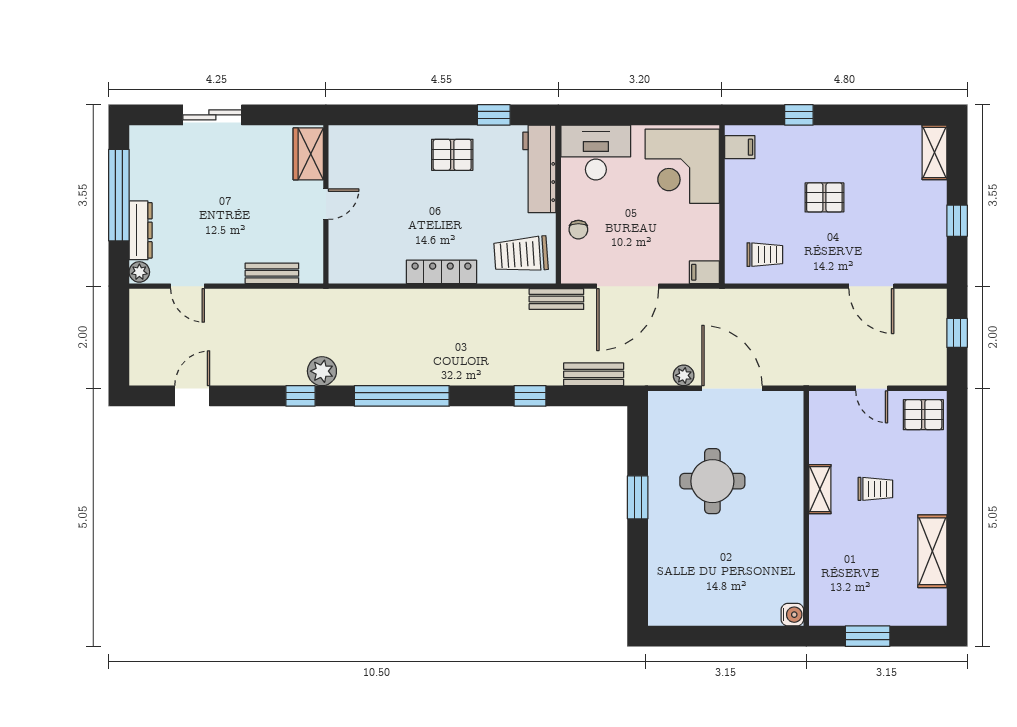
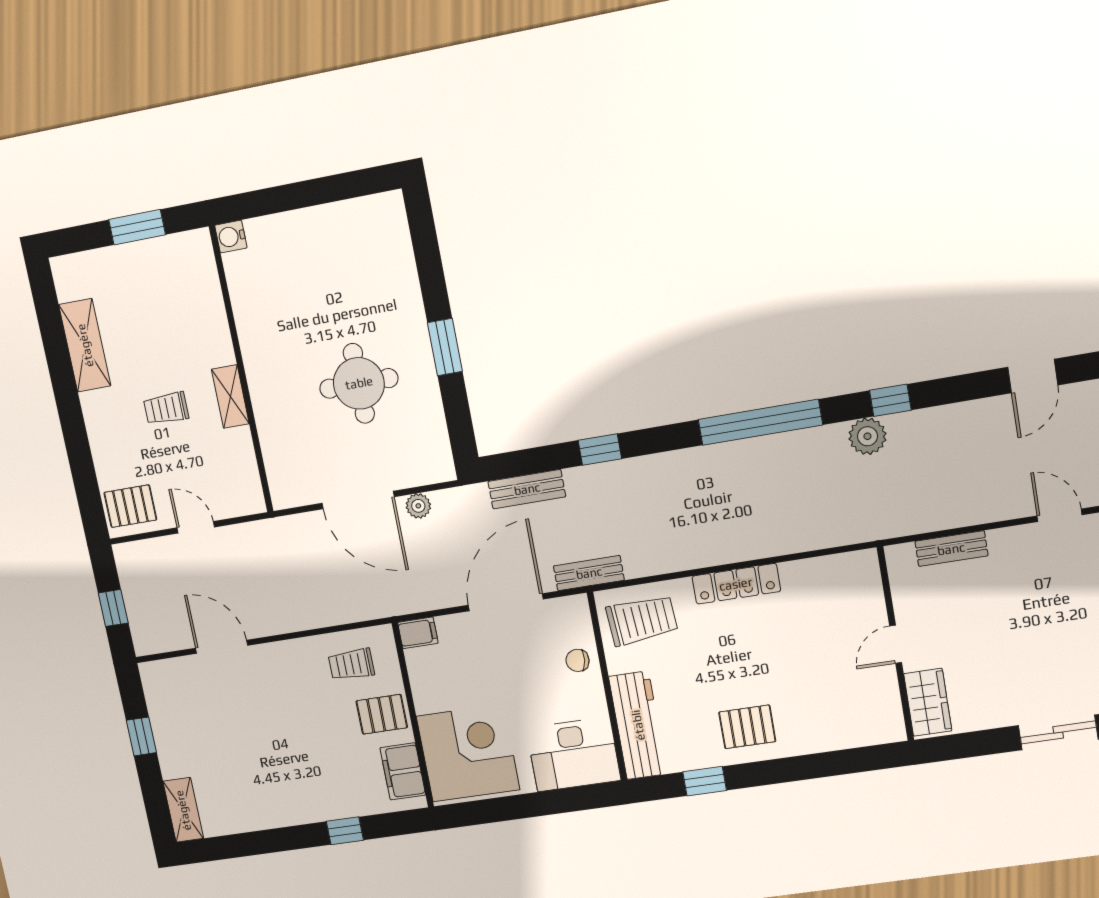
filing cabinet: (740, 147) -> (403, 771), width x2.00
pallet: (824, 197) -> (382, 714), moved
chair: (578, 230) -> (578, 660), turned -83

